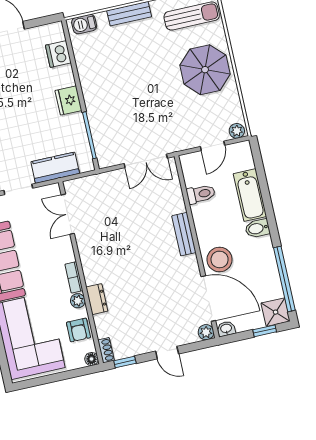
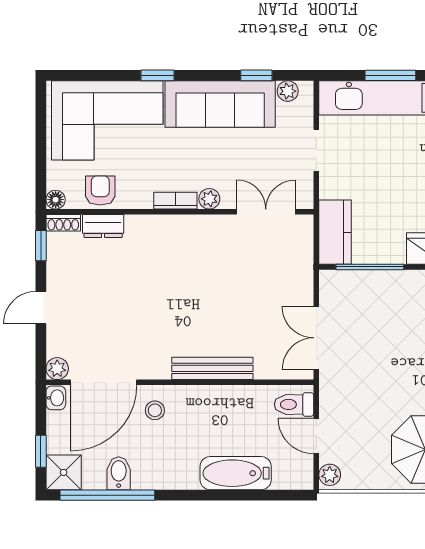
kitchen counter: (55, 168) -> (335, 232), moved
toilet: (201, 194) -> (294, 404), moved, turned 90
bidet: (257, 228) -> (119, 473), moved
bench: (184, 234) -> (212, 368), width x1.36
stool: (220, 259) -> (155, 410), width x0.53, depth x0.53
dresser: (97, 299) -> (103, 226), moved
plant: (78, 301) -> (209, 199), moved
armchair: (78, 330) -> (100, 191), turned 90

